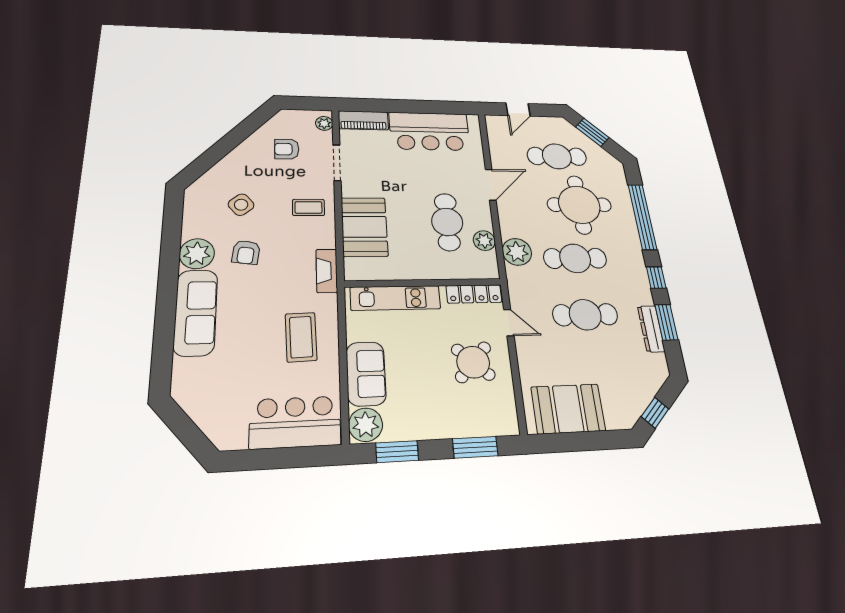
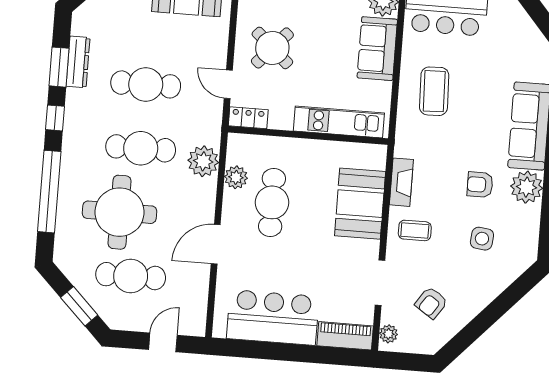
armchair: (287, 149) -> (431, 303), turned 124
side table: (241, 205) -> (482, 239), turned 45
armchair: (246, 252) -> (480, 185), turned -97
fireplace: (327, 271) -> (401, 182), moved
locker: (474, 294) -> (248, 118), width x0.66

